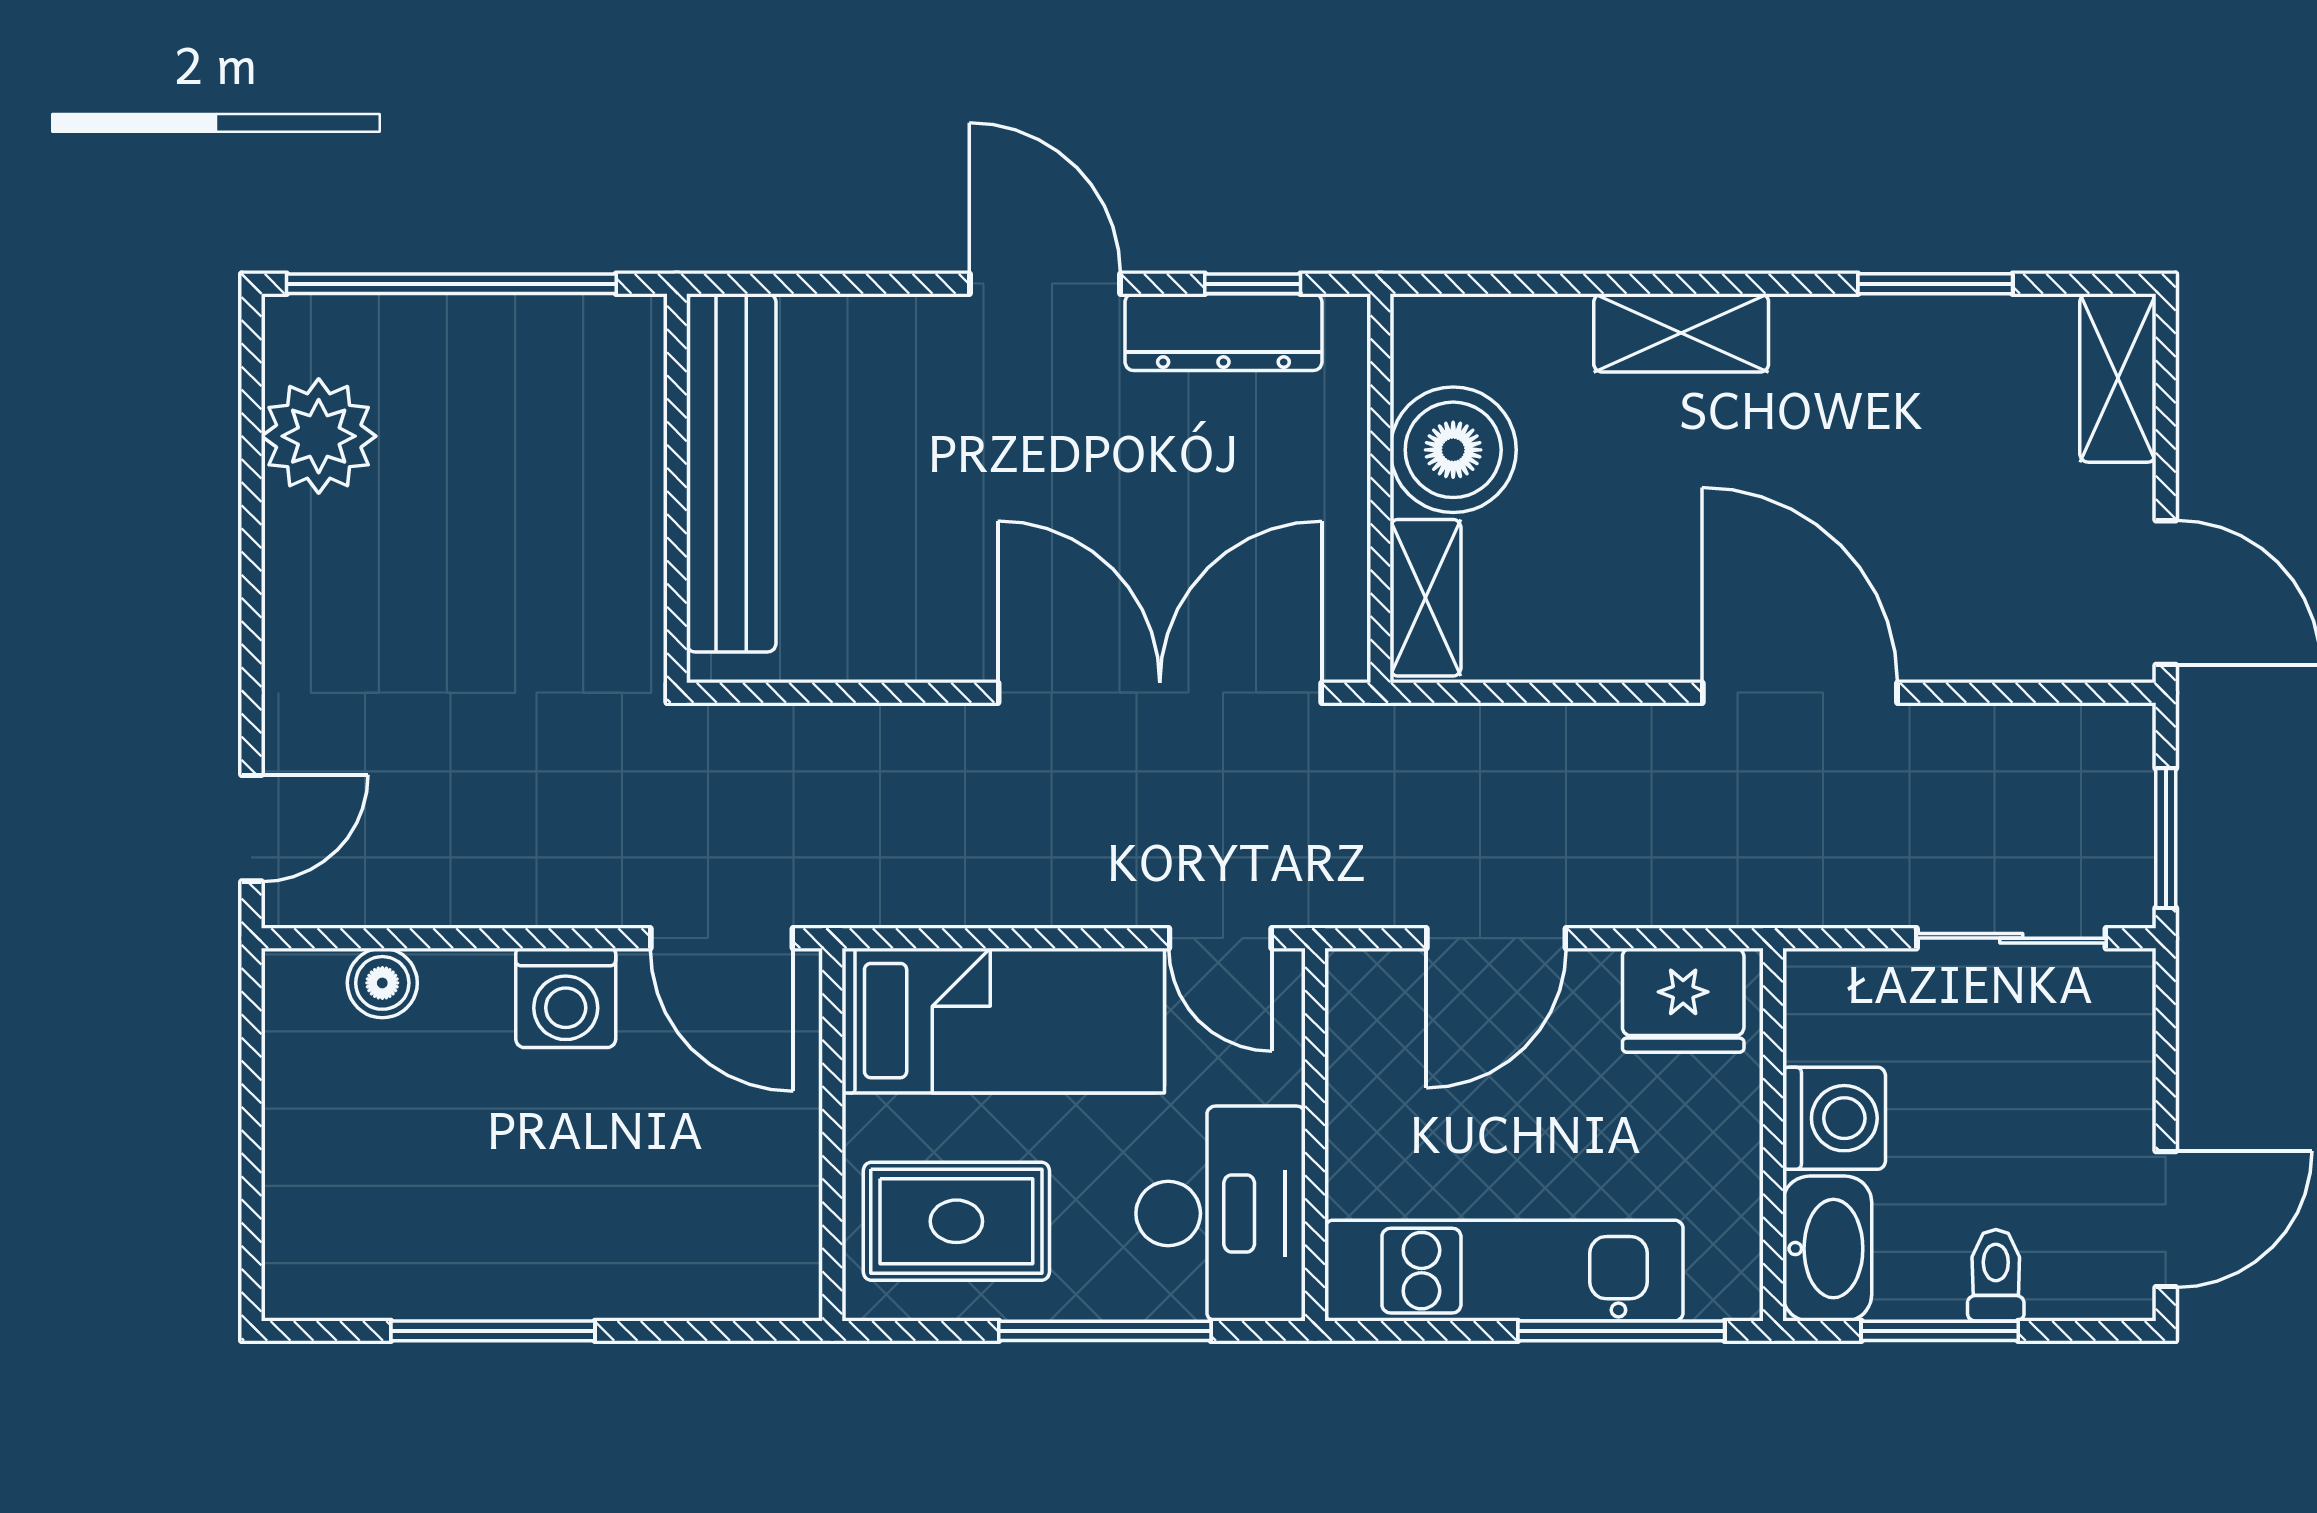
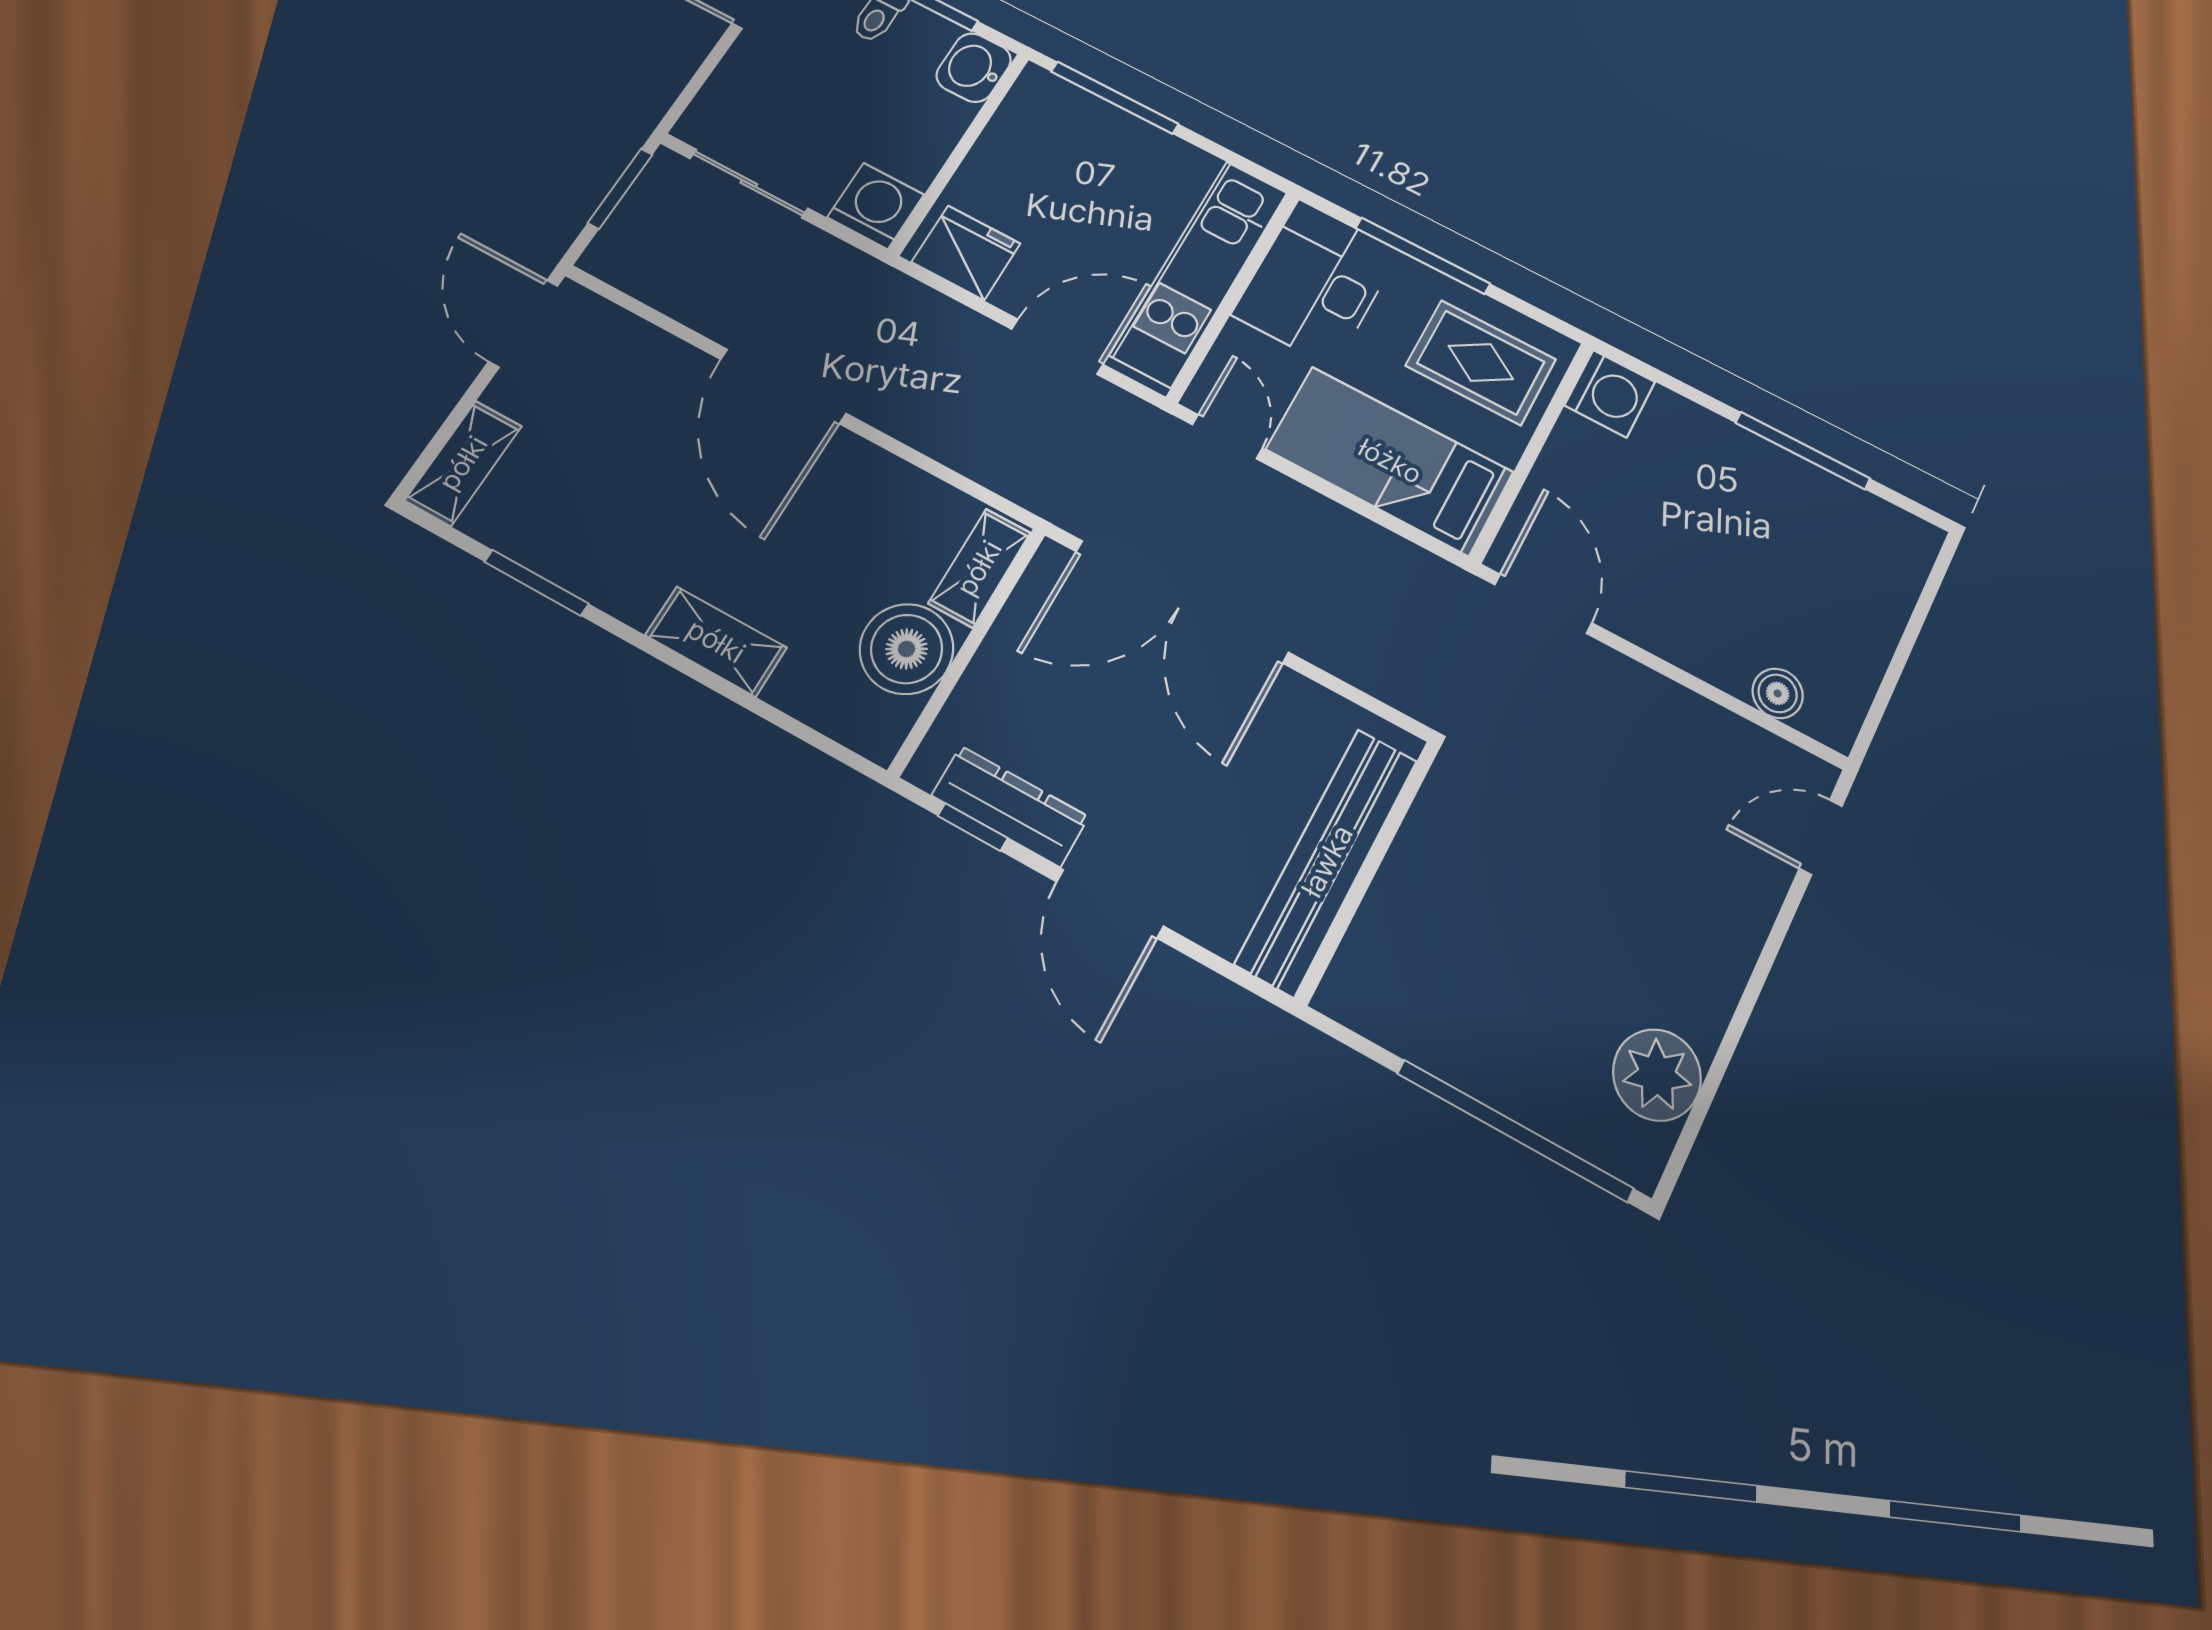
bench: (731, 473) -> (1327, 861), moved
wall: (677, 488) -> (1368, 871), moved
washing machine: (566, 998) -> (1610, 394), moved, turned 90
washing machine: (1834, 1118) -> (876, 206), moved, turned 90
washbasin: (1827, 1249) -> (974, 68), width x0.72
kitchen unit: (1504, 1271) -> (1199, 273), moved, turned 90

